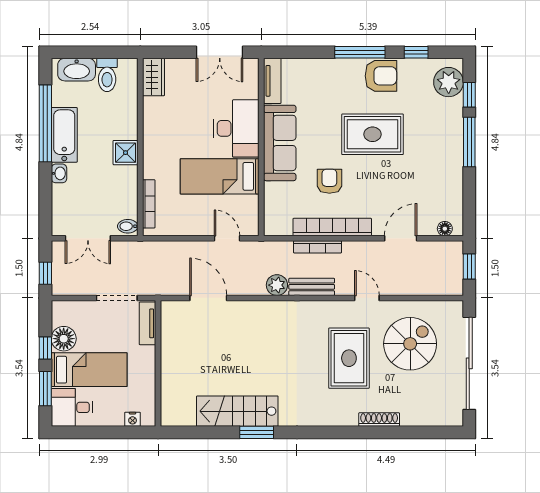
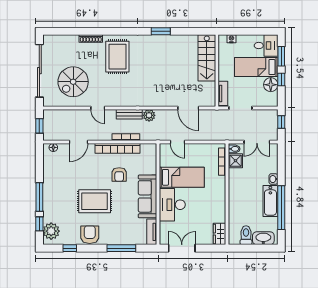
window: (360, 52) -> (121, 248), moved
armchair: (381, 76) -> (90, 235), turned 90
shower: (126, 153) -> (235, 161), moved
double door: (88, 238) -> (257, 142), swing flipped
rug: (349, 358) -> (117, 57), moved
stairs: (237, 411) -> (207, 58), moved, turned 90

